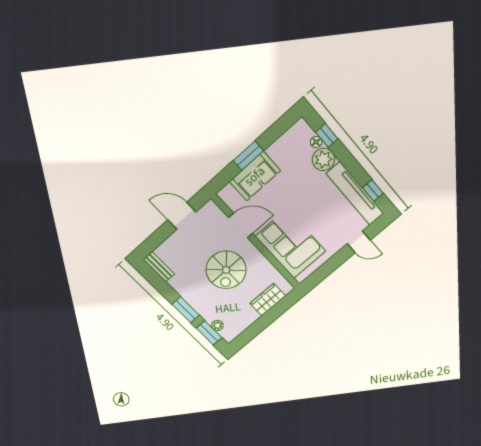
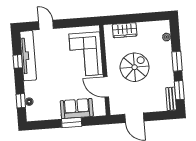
plant: (323, 159) -> (32, 89), removed
window: (373, 190) -> (18, 61), moved
window: (209, 333) -> (179, 90), moved

